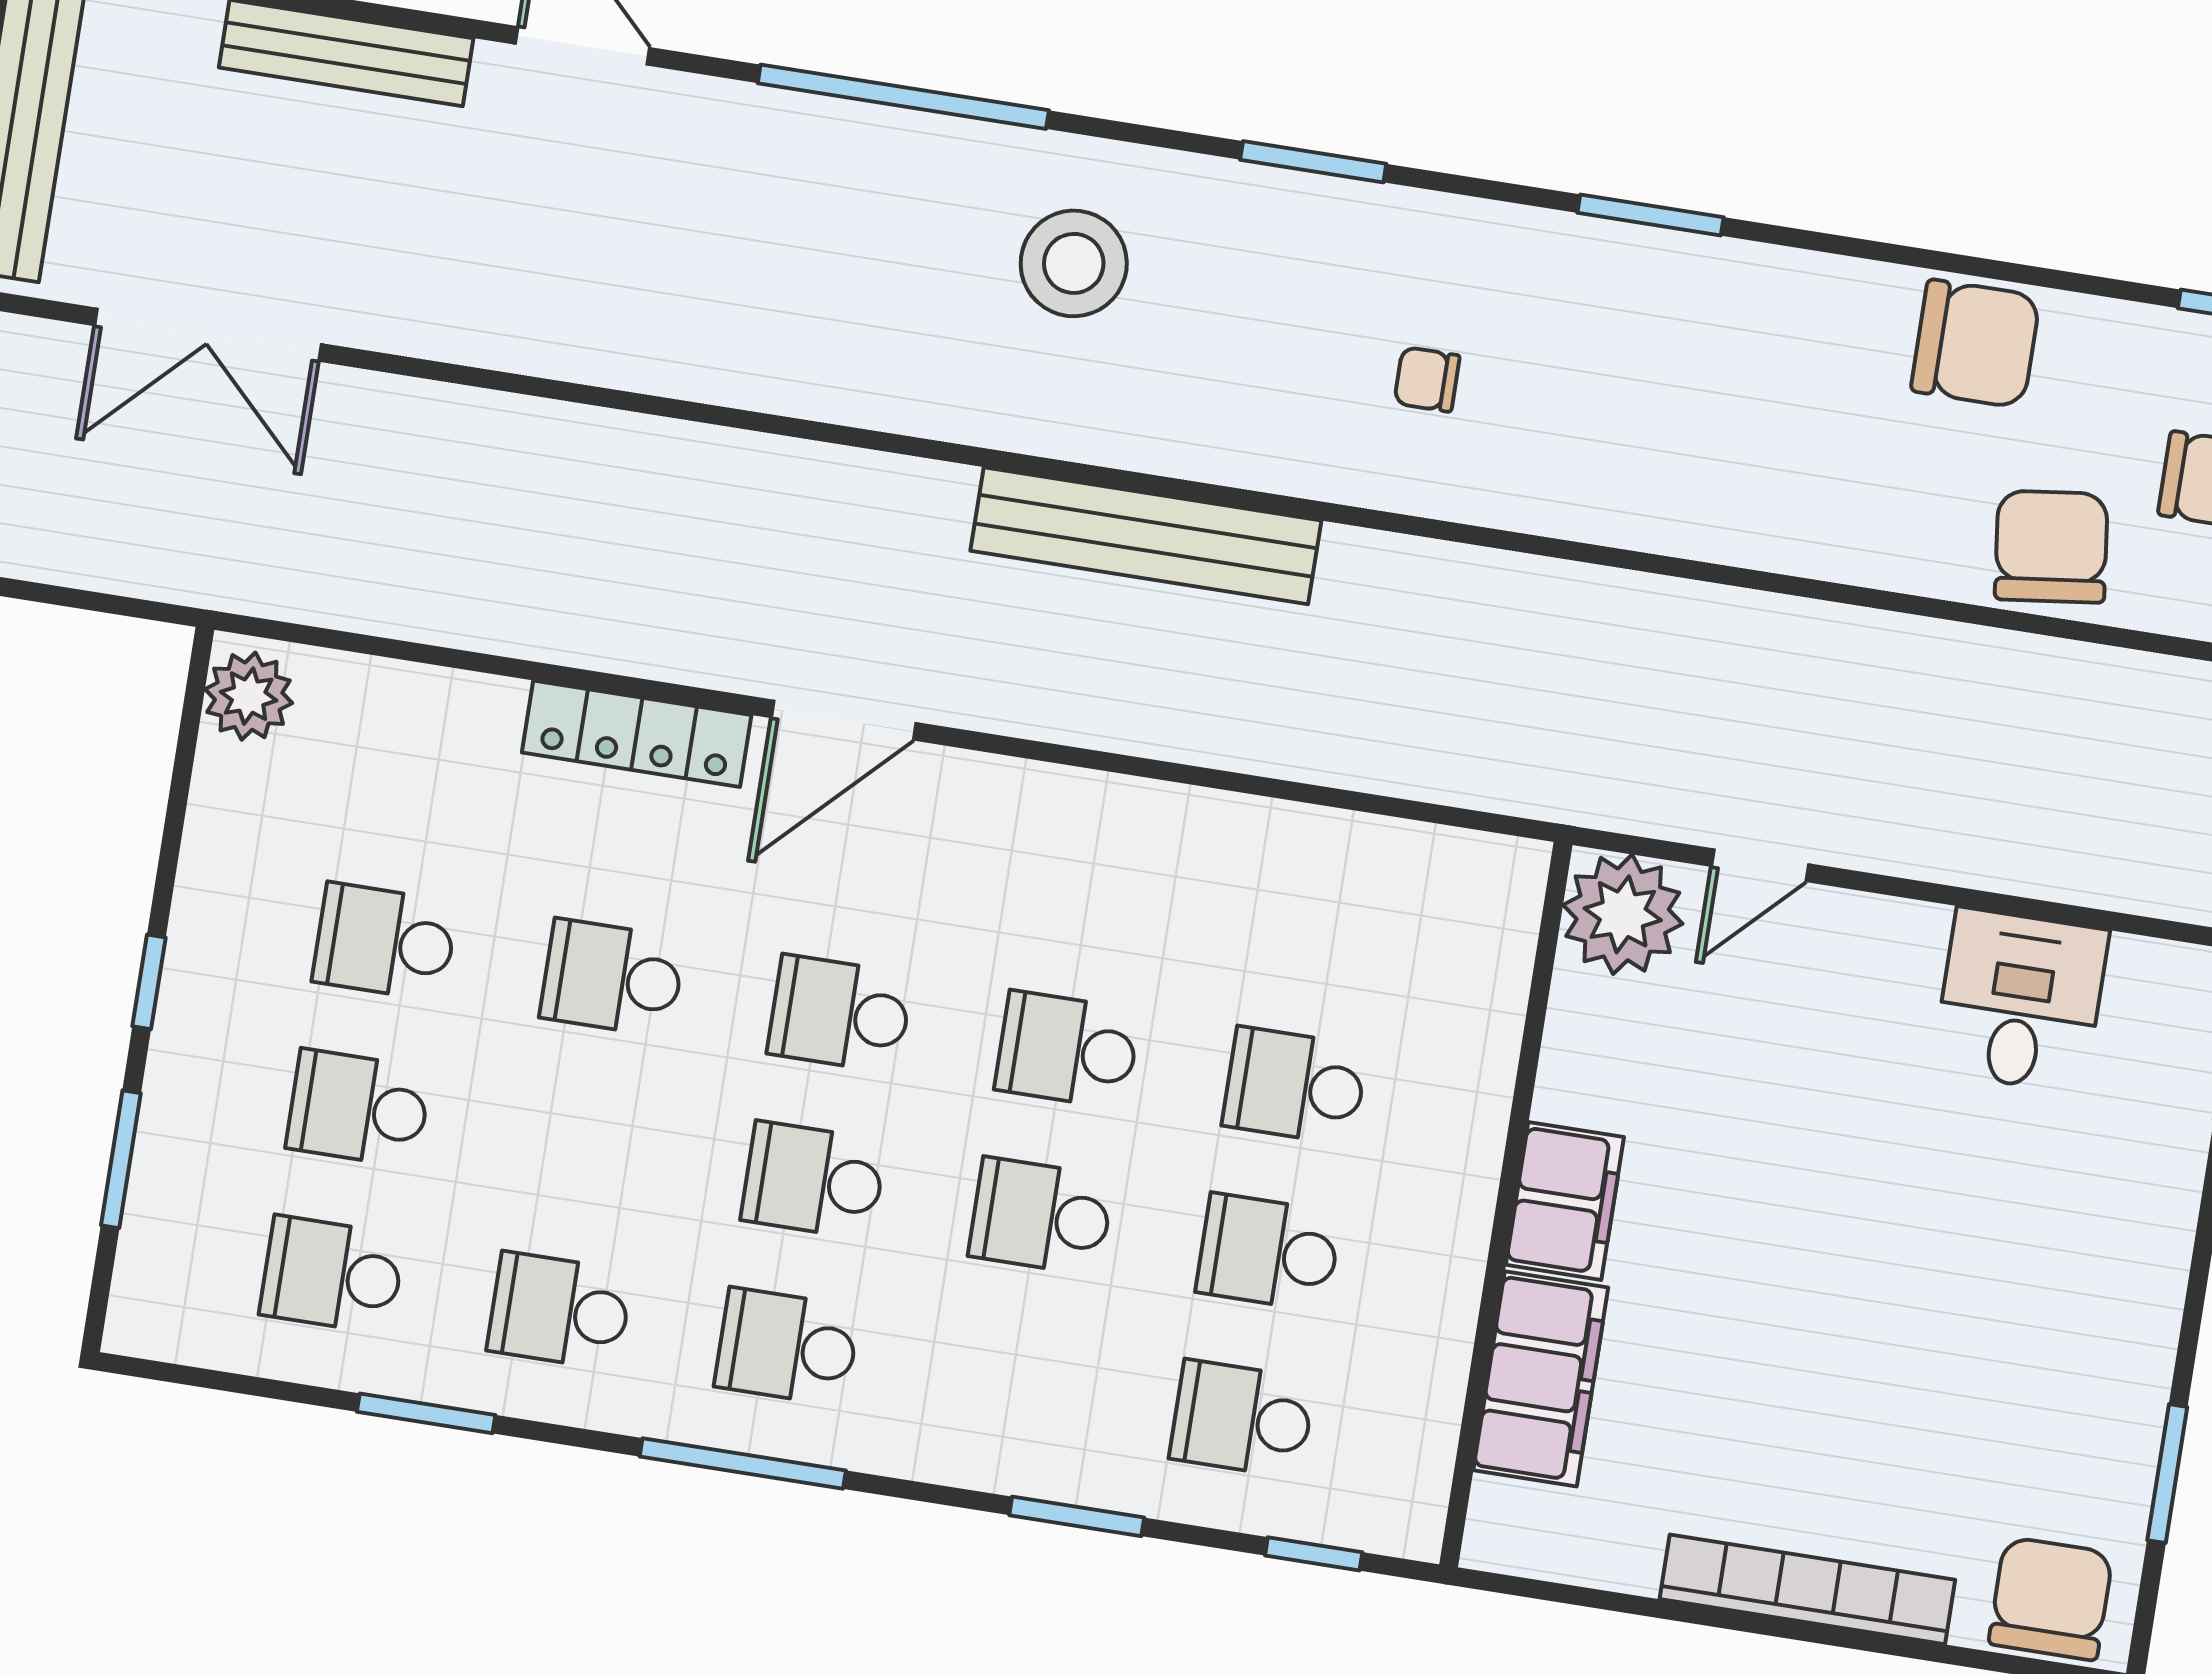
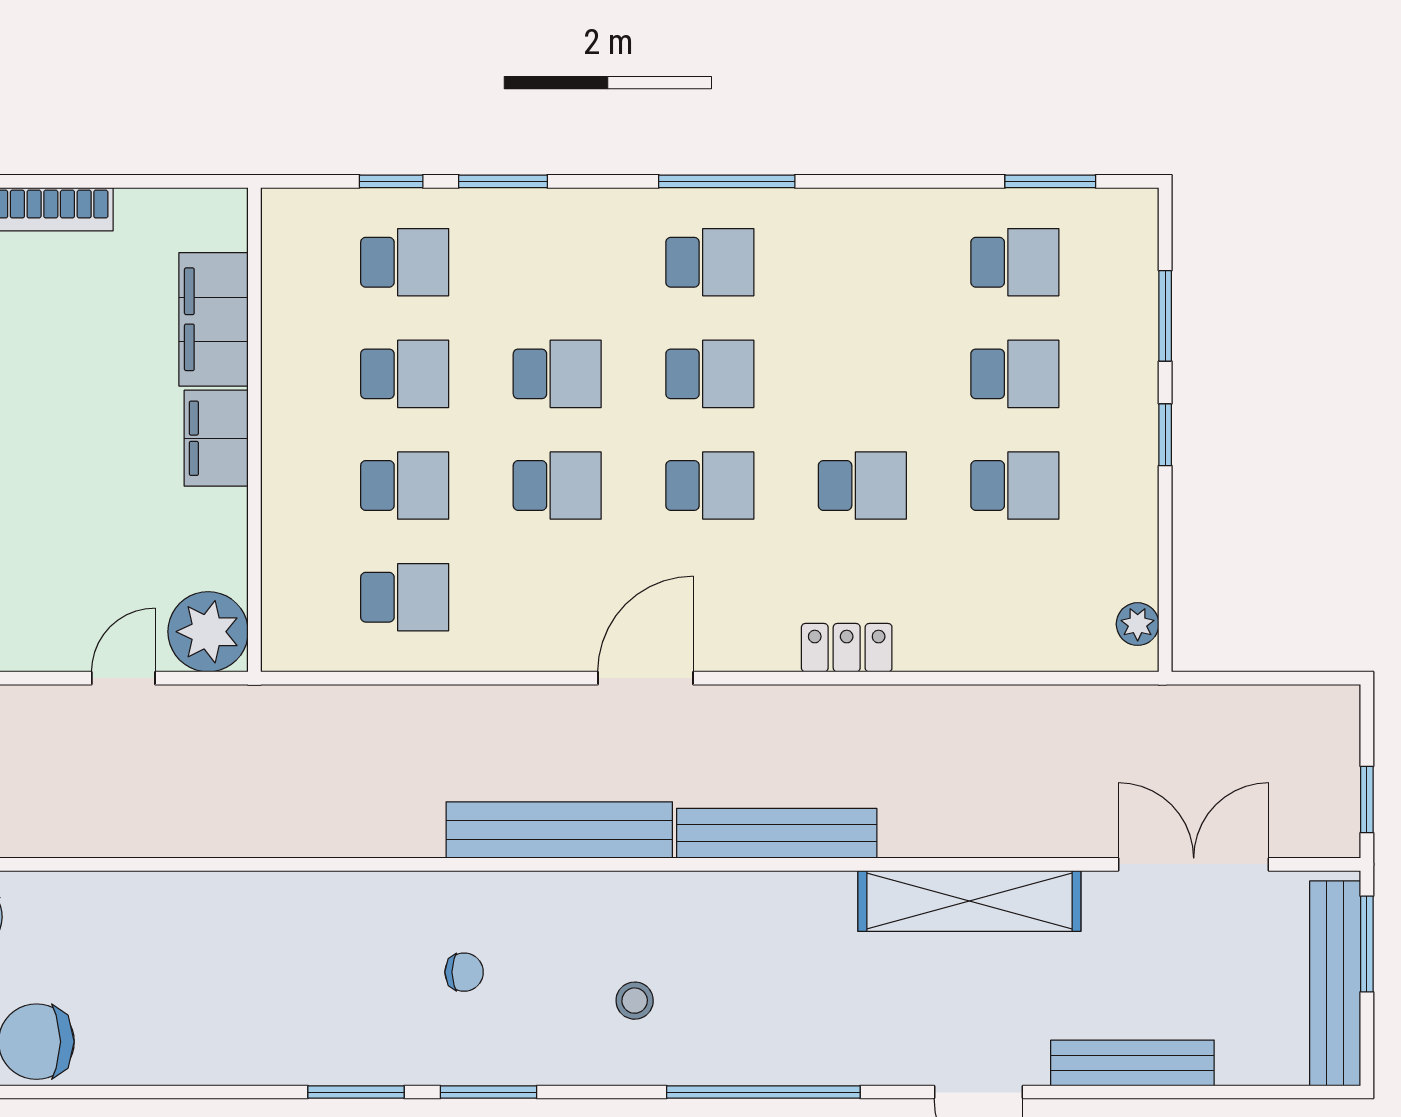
window: (1650, 215) -> (356, 1092), moved
stool: (1074, 263) -> (635, 1001), width x0.53, depth x0.53
shelving: (551, 333) -> (969, 901), added
chair: (1427, 379) -> (464, 972), moved
bench: (822, 480) -> (777, 833), added
plant: (249, 696) -> (1138, 624), width x0.73, depth x0.73
door: (844, 720) -> (645, 678), moved
locker: (637, 734) -> (847, 648), width x0.66
school desk: (560, 1311) -> (405, 597), moved
window: (426, 1413) -> (1050, 181), moved
window: (1314, 1554) -> (391, 181), moved

